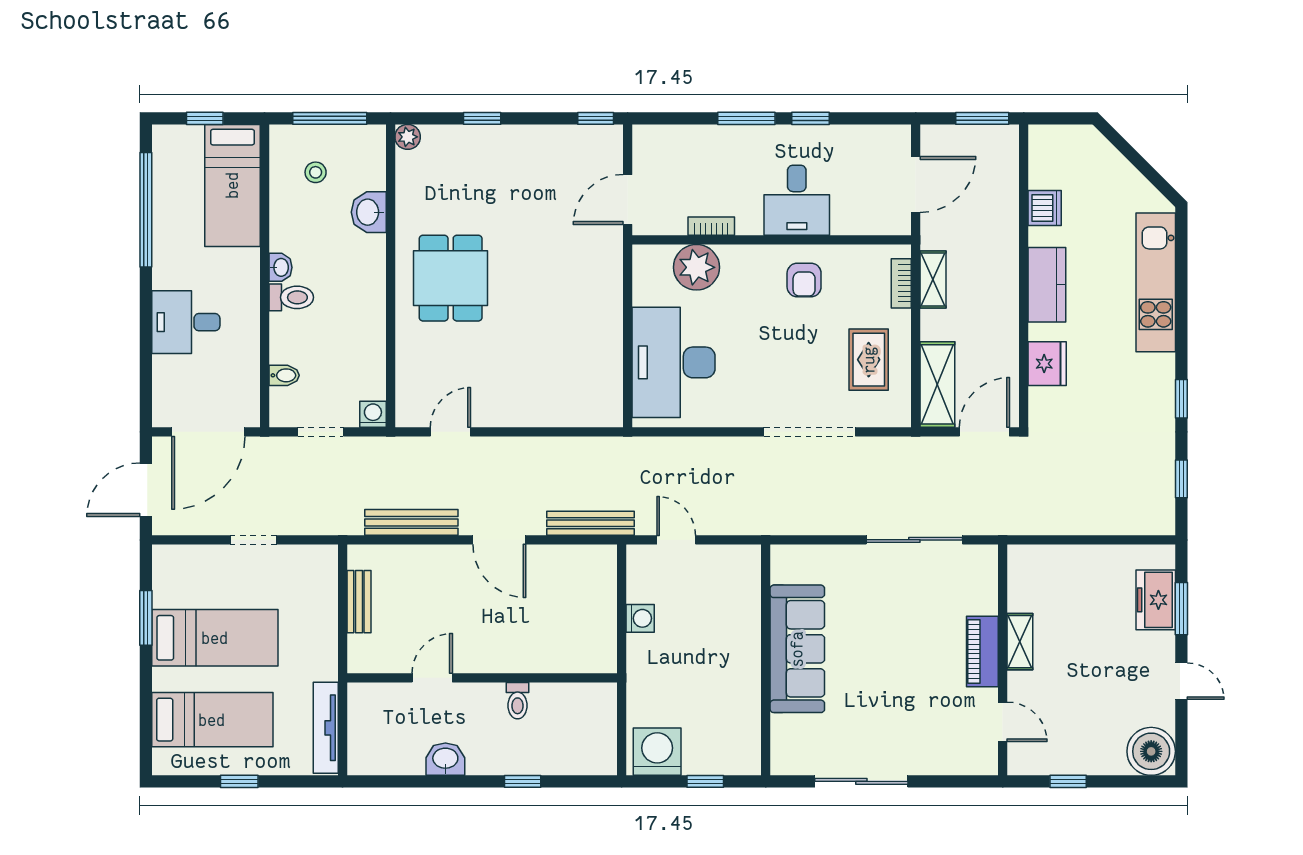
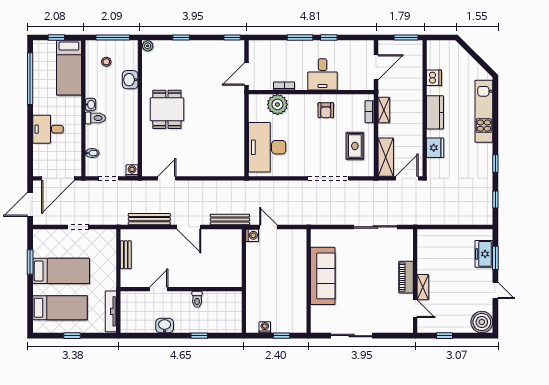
washing machine: (640, 618) -> (252, 235), moved
shelving: (1020, 642) -> (423, 287), moved
washing machine: (657, 752) -> (265, 327), width x0.53, depth x0.53

